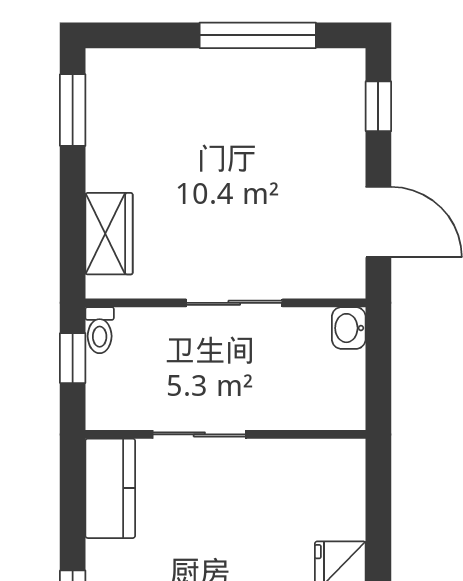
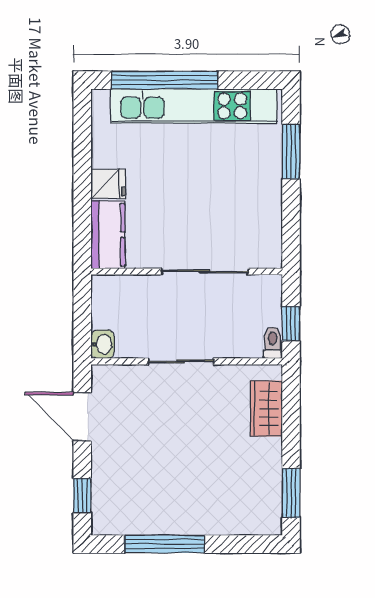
sliding door: (199, 434) -> (205, 271), width x1.37
kitchen counter: (110, 488) -> (108, 235), moved, turned 180

